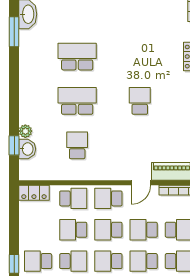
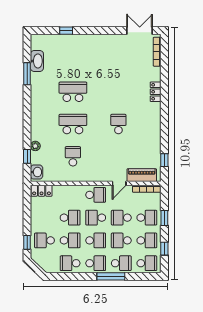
washbasin: (27, 149) -> (37, 172), moved
school desk: (73, 198) -> (70, 195), removed
school desk: (108, 198) -> (96, 195), turned 180
school desk: (73, 230) -> (70, 218), turned 180
school desk: (108, 261) -> (96, 240), turned 180

